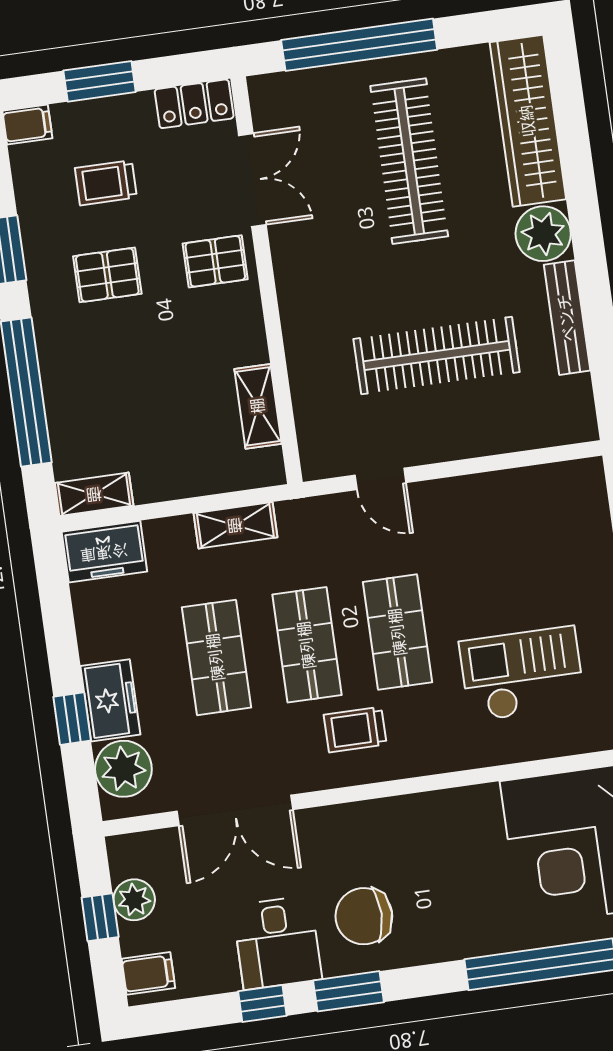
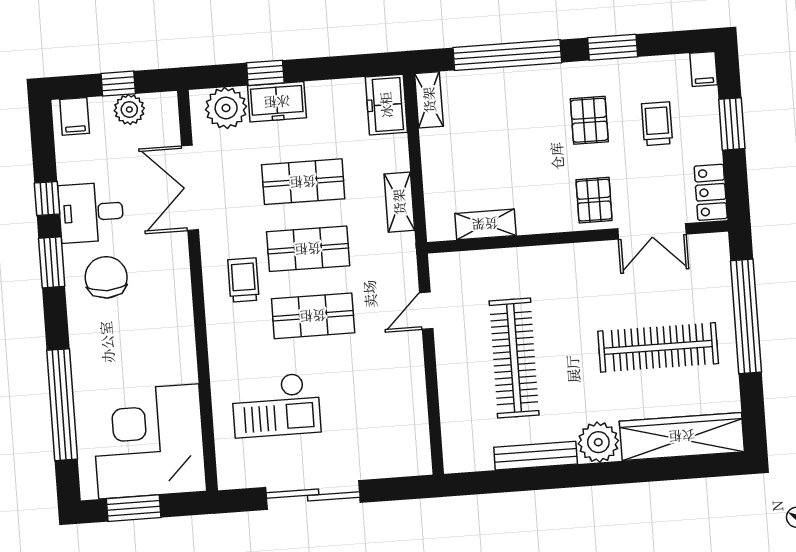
checkout: (522, 674) -> (276, 405), turned 90

